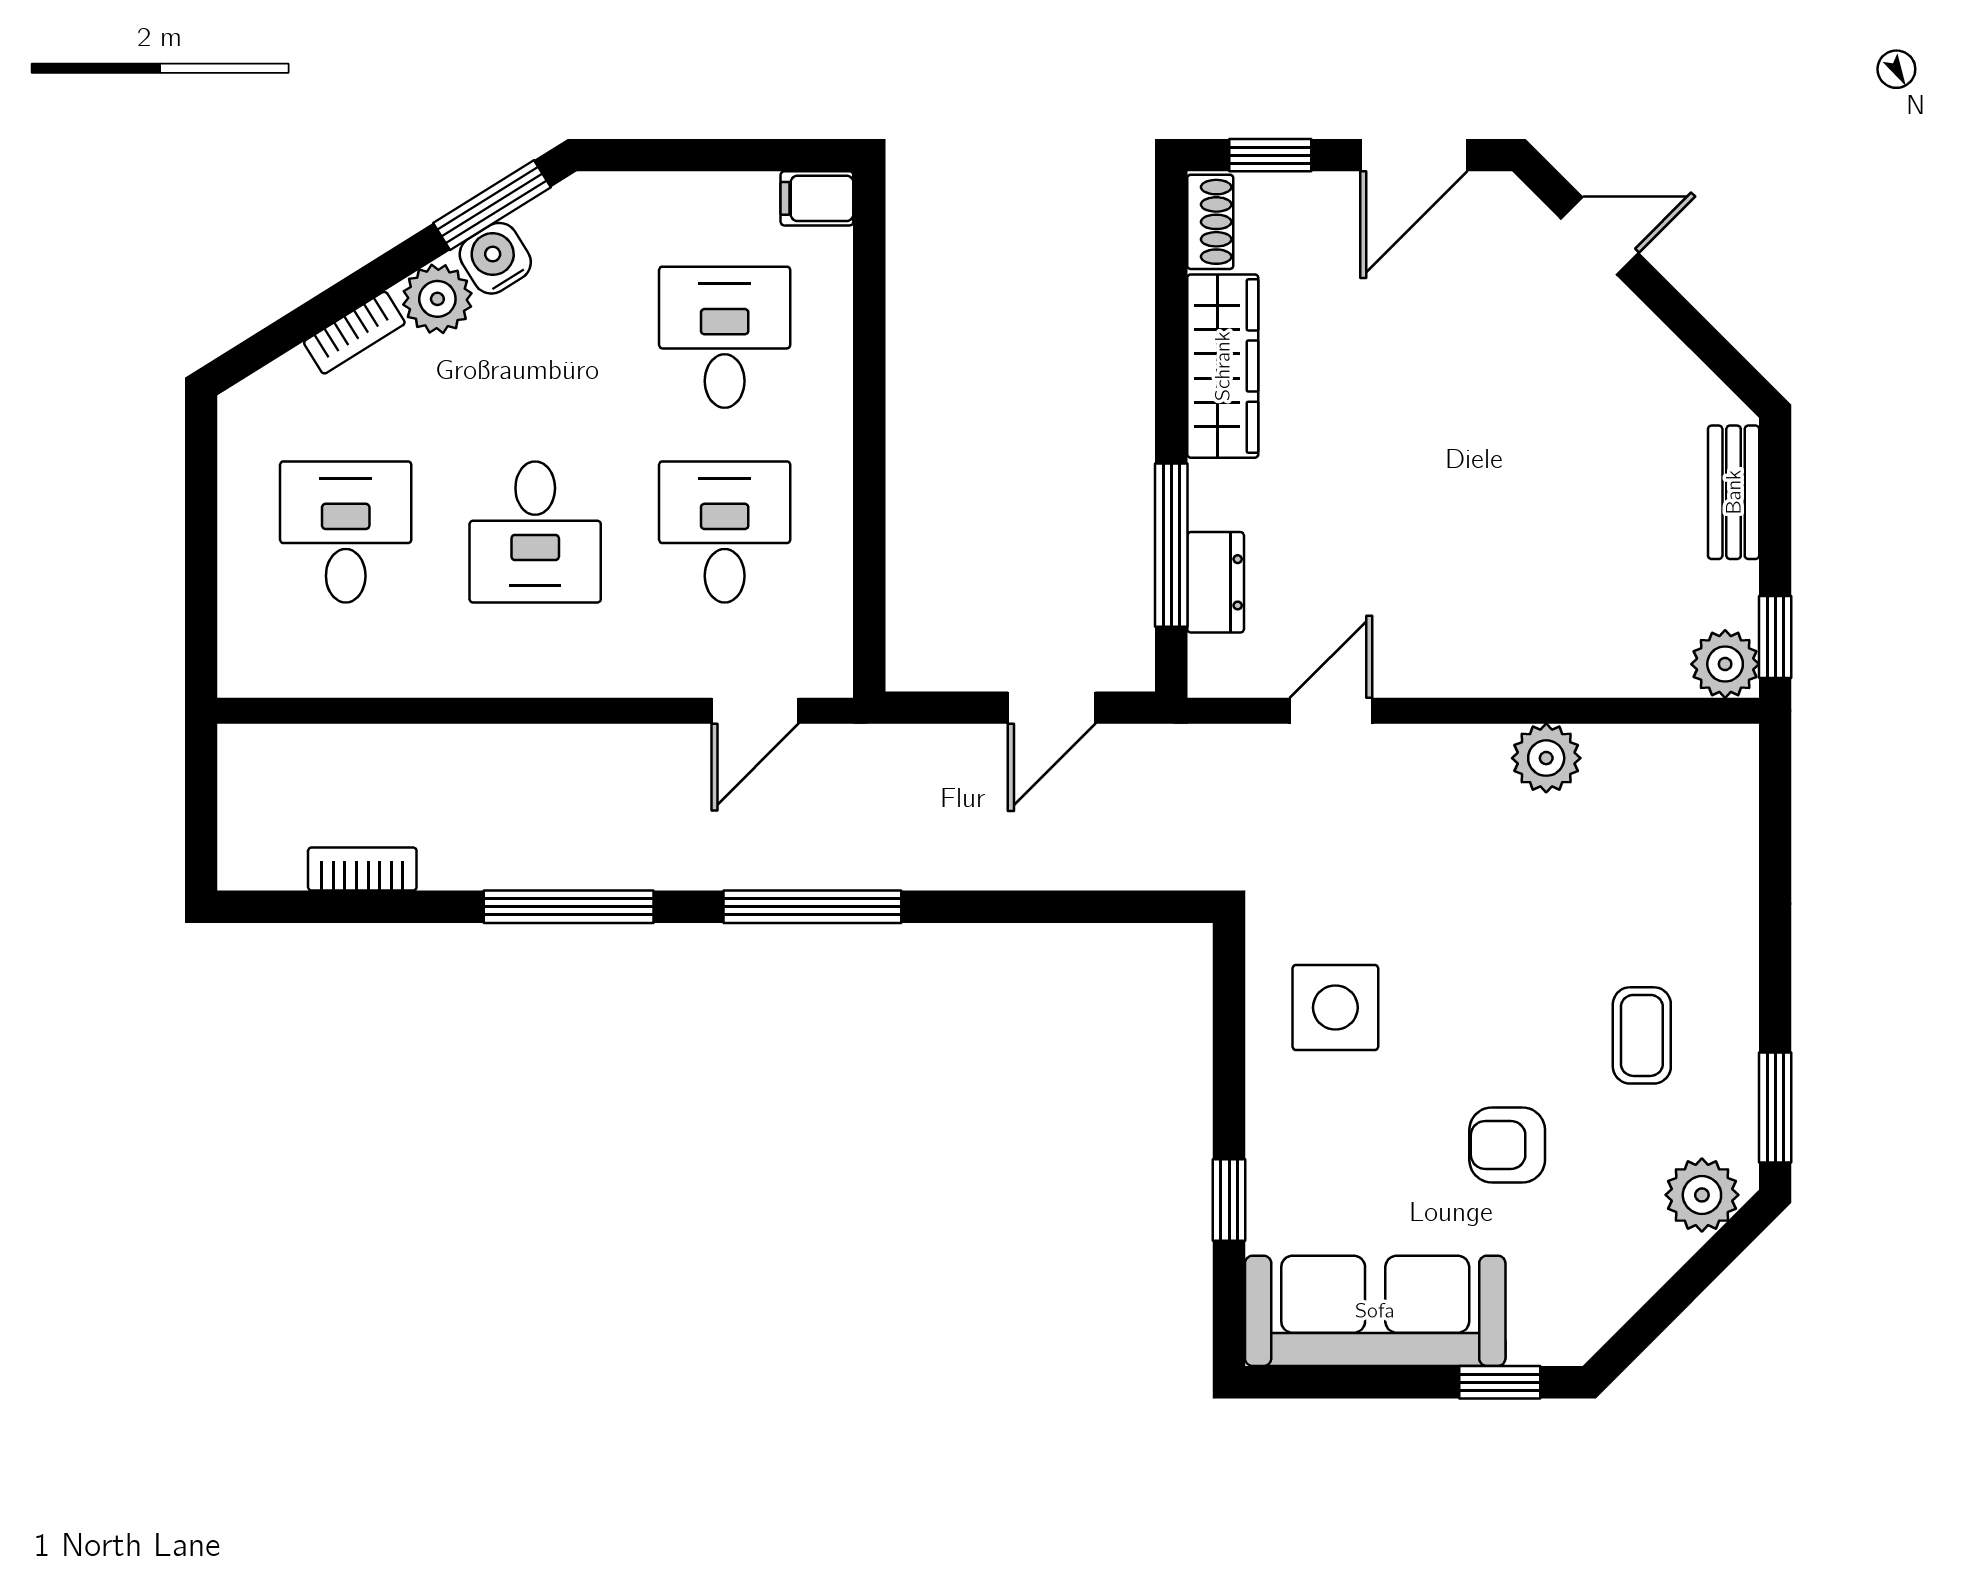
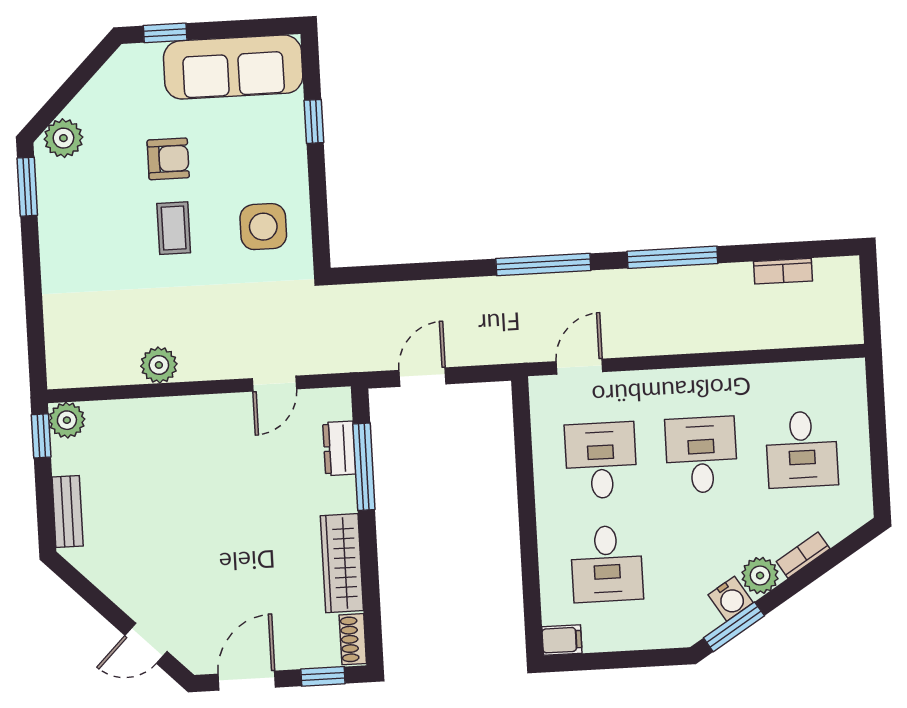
desk: (725, 532) -> (601, 461), turned 180
coffee table: (1642, 1035) -> (174, 228), moved

